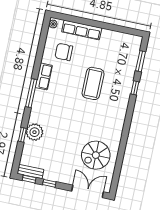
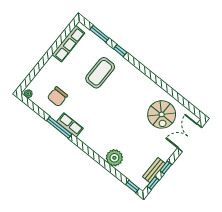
row of seats: (82, 30) -> (68, 44), moved
coffee table: (93, 83) -> (100, 73), moved, turned 90
window: (31, 93) -> (59, 127), moved
window: (22, 135) -> (132, 186), moved
bench: (30, 172) -> (154, 170), moved

